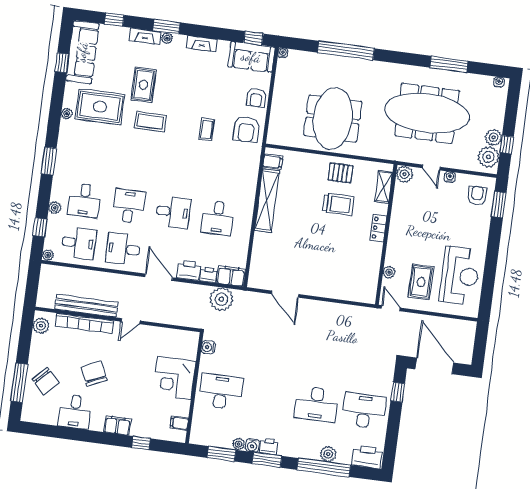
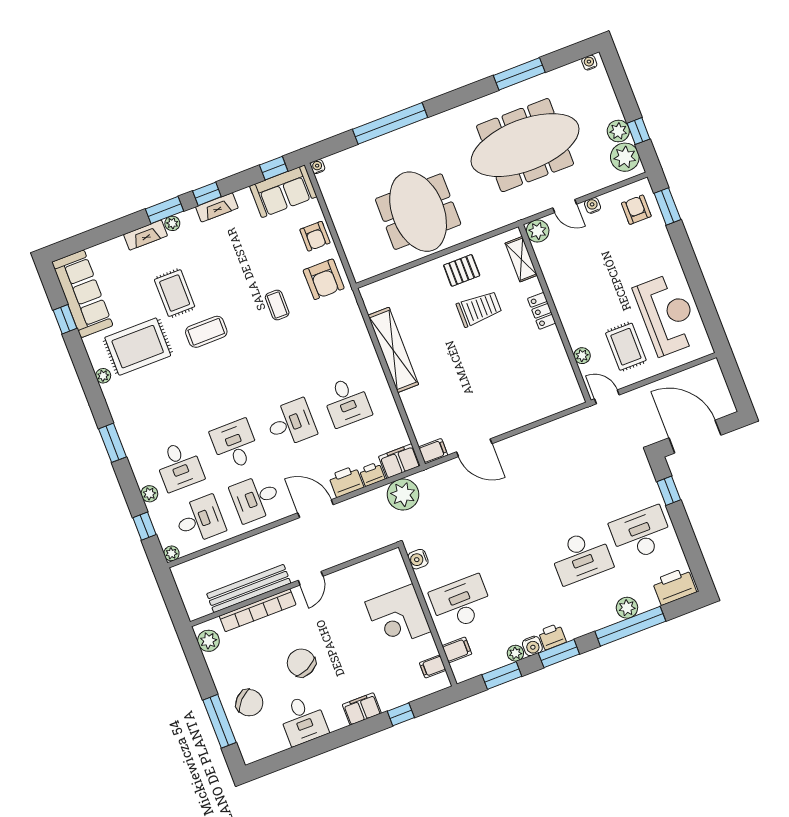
window: (114, 20) -> (207, 194), moved
filing cabinet: (273, 162) -> (433, 451), moved
filing cabinet: (201, 421) -> (457, 650), added

